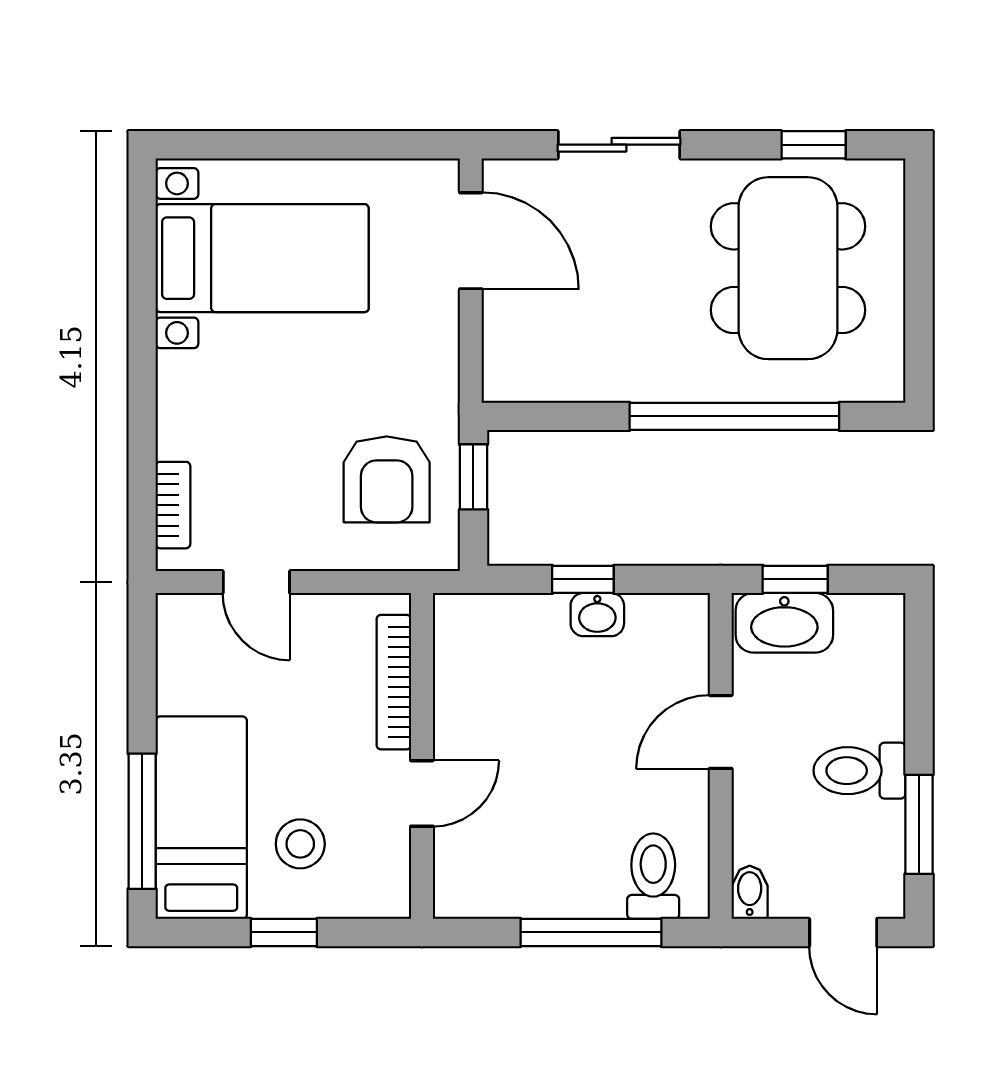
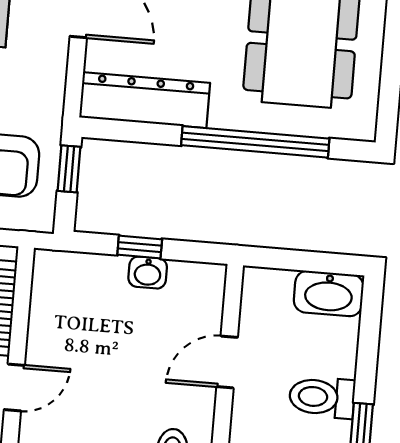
dresser: (572, 370) -> (145, 100), added
window: (795, 579) -> (288, 260), removed
washbasin: (784, 623) -> (329, 294), moved

